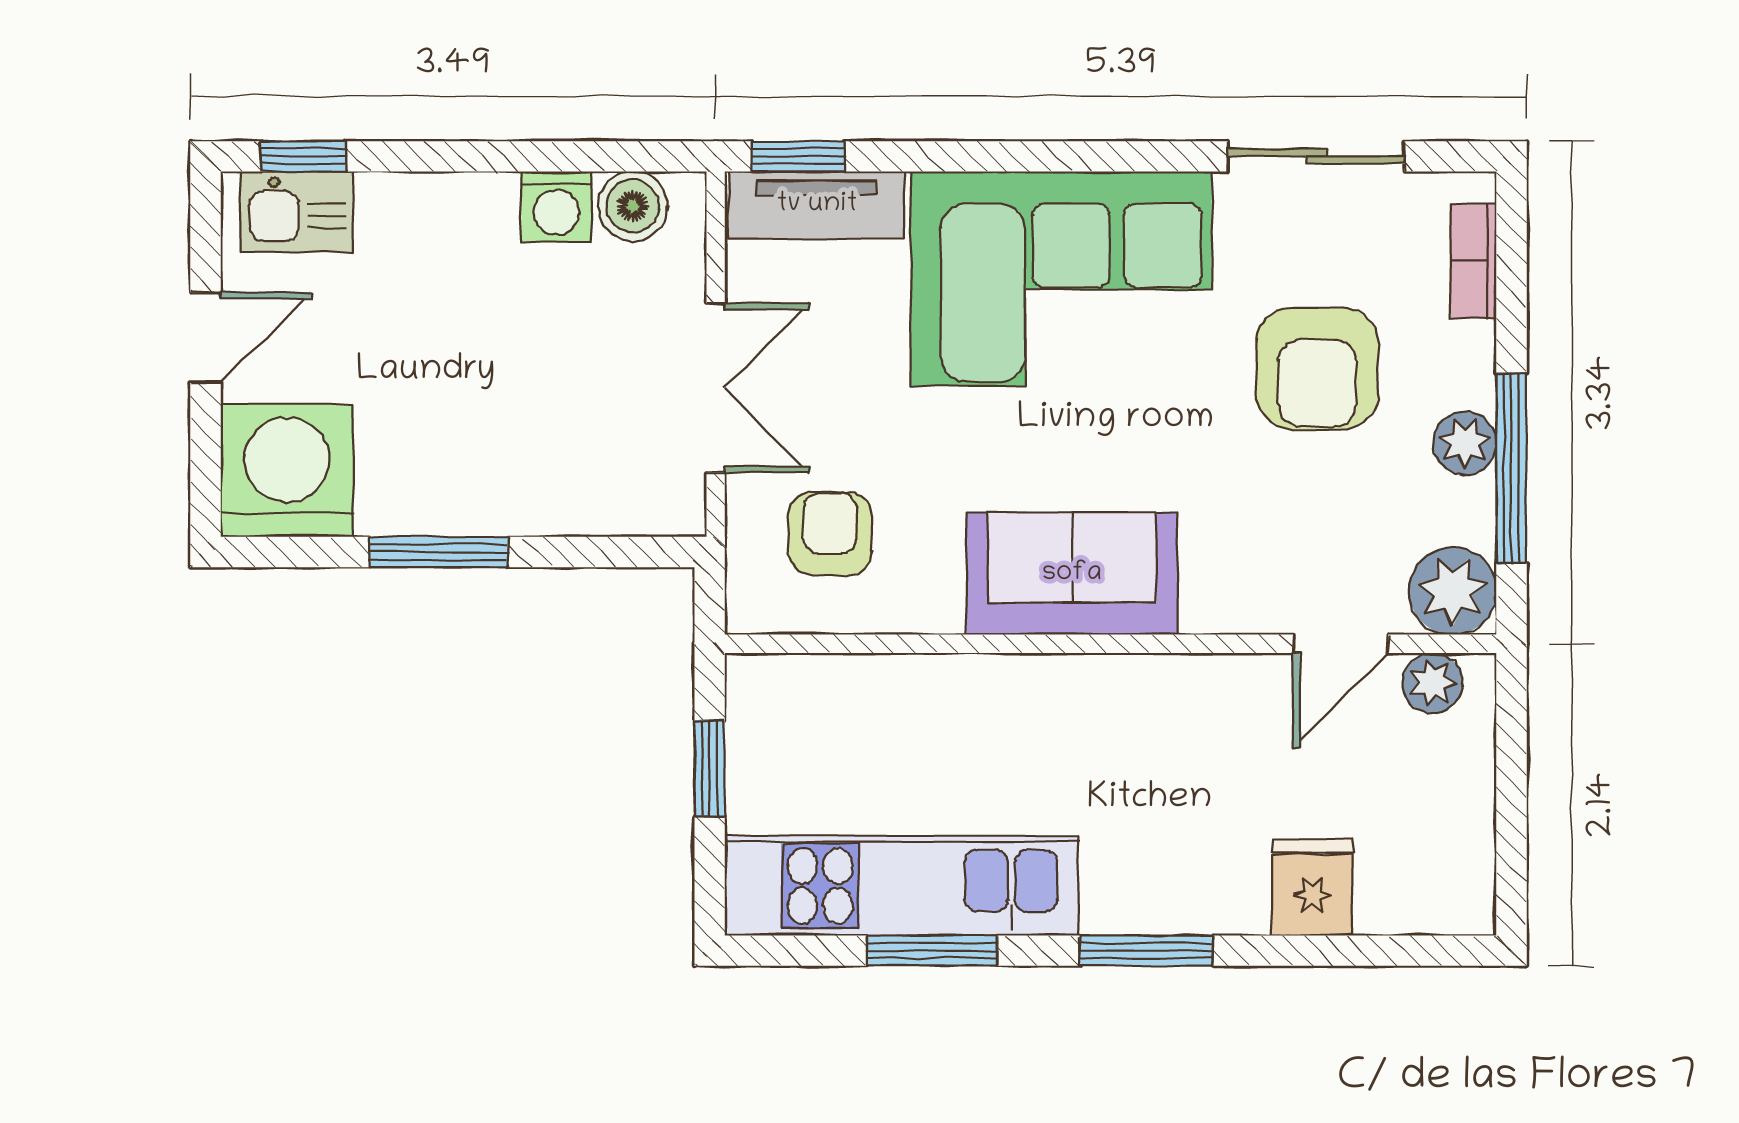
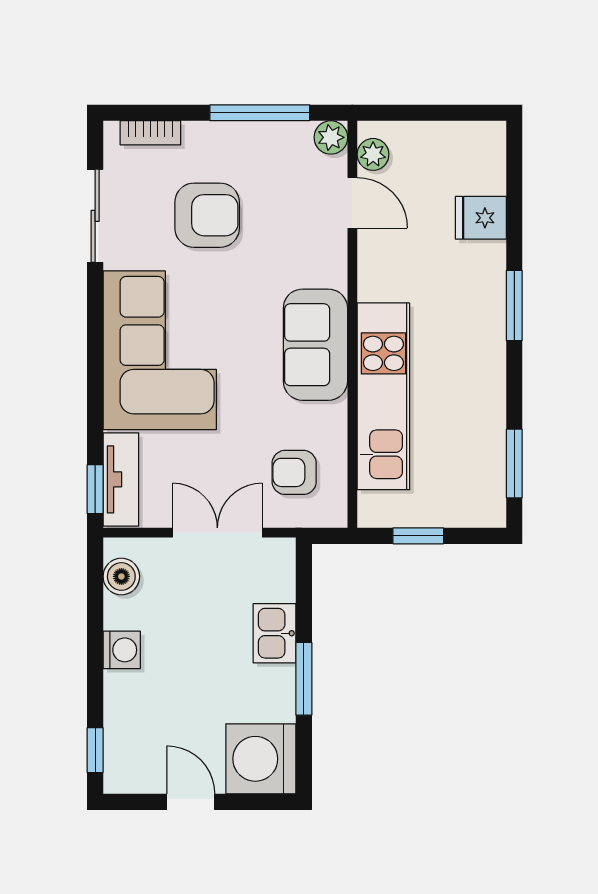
washing machine: (557, 207) -> (122, 650), moved
kitchen sink: (297, 212) -> (275, 633), moved, turned 180
plant: (1465, 443) -> (246, 137), removed
plant: (1453, 591) -> (331, 137), width x0.73, depth x0.73
kitchen unit: (902, 886) -> (383, 396), moved, turned 180
window: (932, 951) -> (514, 463), moved

